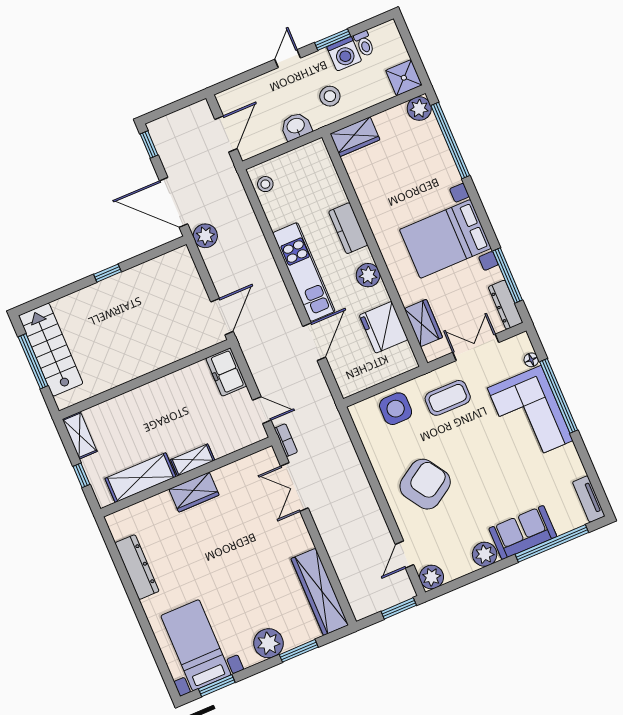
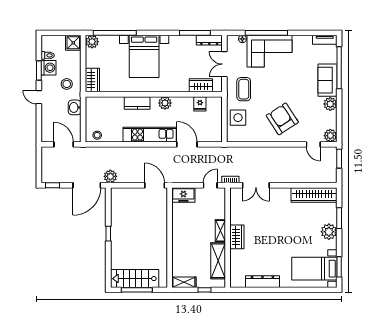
bed with nightstands: (445, 239) -> (144, 56), moved
fridge: (384, 327) -> (200, 104), width x0.53, depth x0.75

